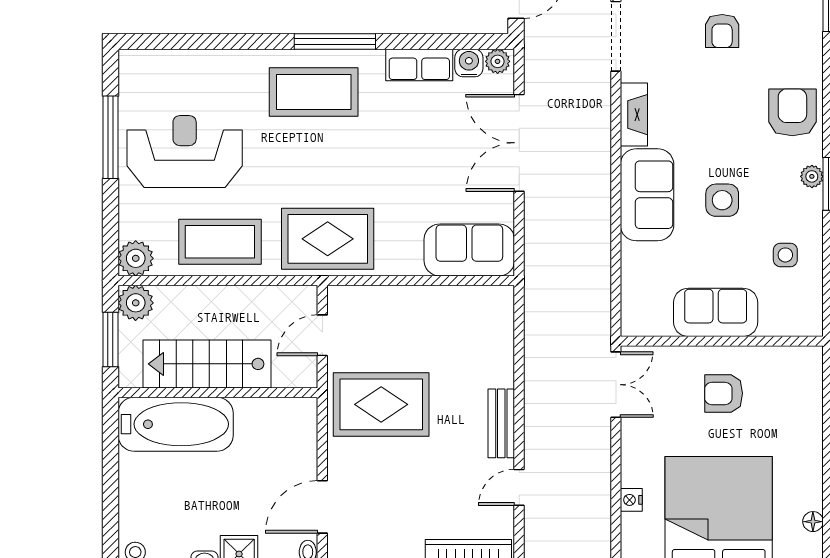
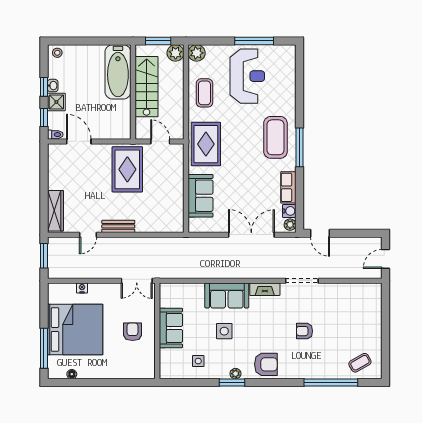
coffee table: (220, 242) -> (204, 93), width x0.73, depth x0.76
sofa: (469, 250) -> (201, 196), moved
door: (519, 487) -> (88, 235), swing flipped

